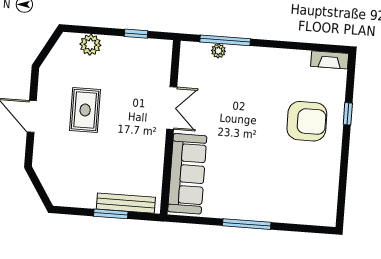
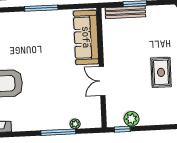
window: (136, 34) -> (122, 129), moved
window: (225, 40) -> (58, 132), moved
plant: (90, 45) -> (131, 119), moved

